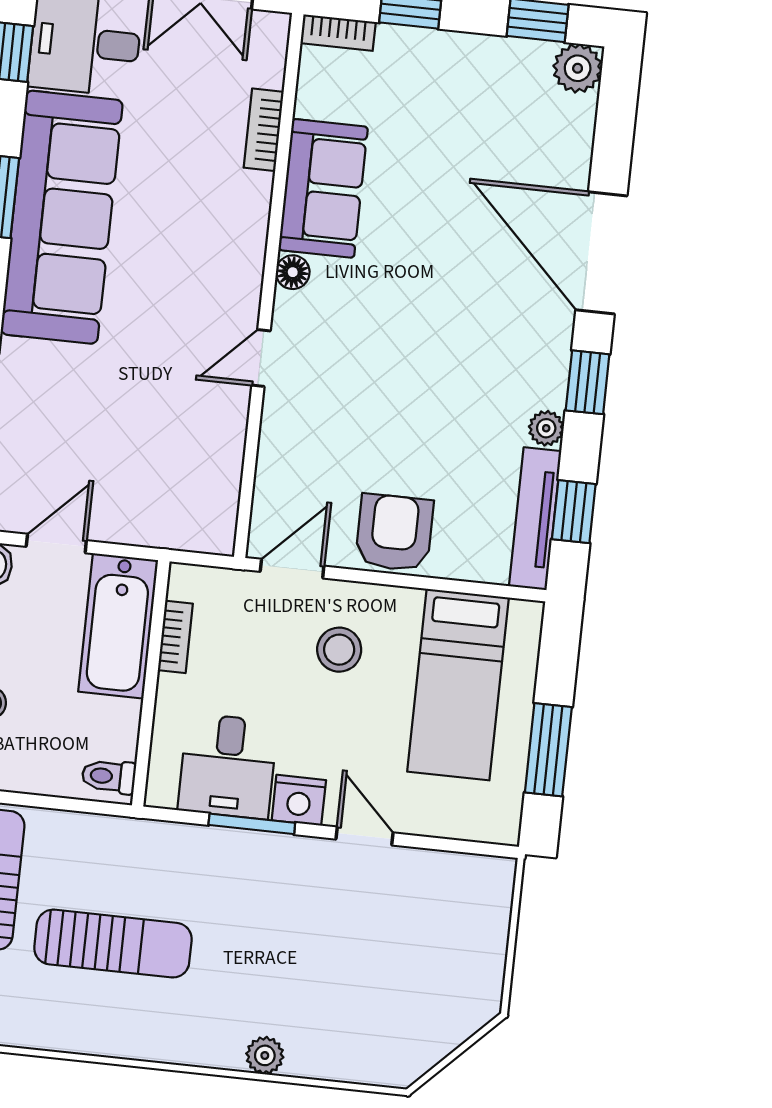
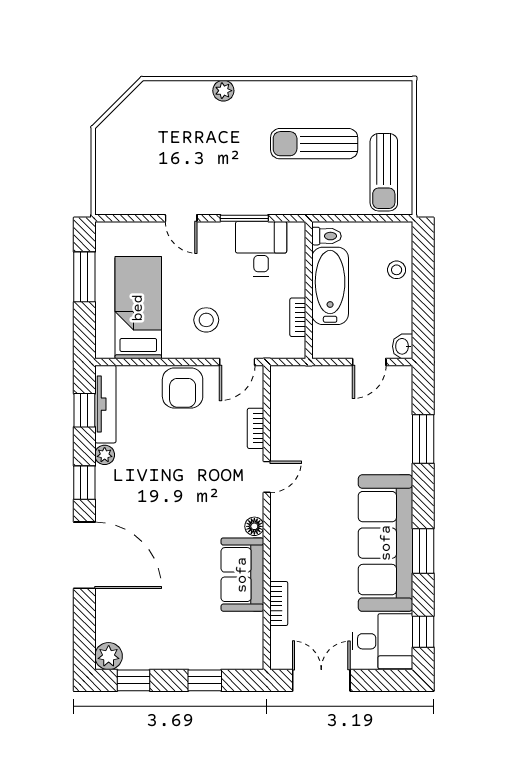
bookcase: (338, 33) -> (256, 428), moved, turned -90
bathtub: (118, 626) -> (330, 286), moved
nightstand: (299, 800) -> (220, 234), removed

